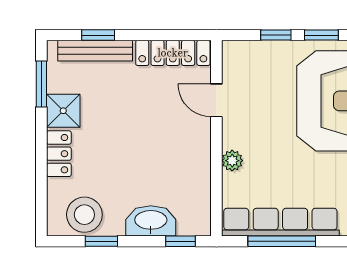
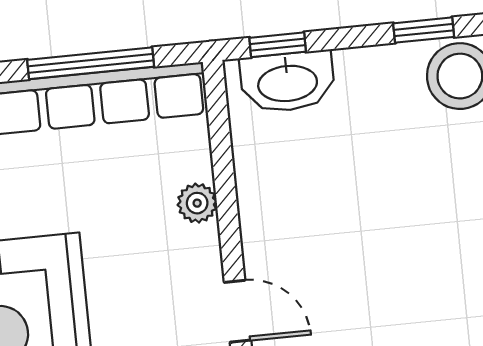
washbasin: (151, 221) -> (287, 82), moved

